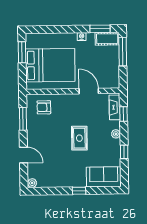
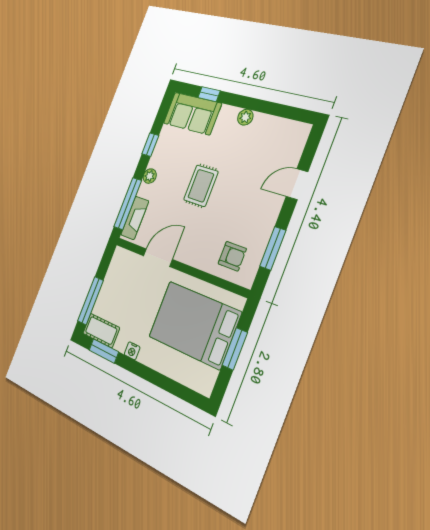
window: (22, 52) -> (235, 349), moved
door: (89, 91) -> (158, 258), swing flipped
window: (124, 114) -> (128, 204), width x2.17
door: (23, 155) -> (297, 184), hinge flipped
plant: (32, 183) -> (245, 117), moved
window: (79, 191) -> (209, 94), moved

